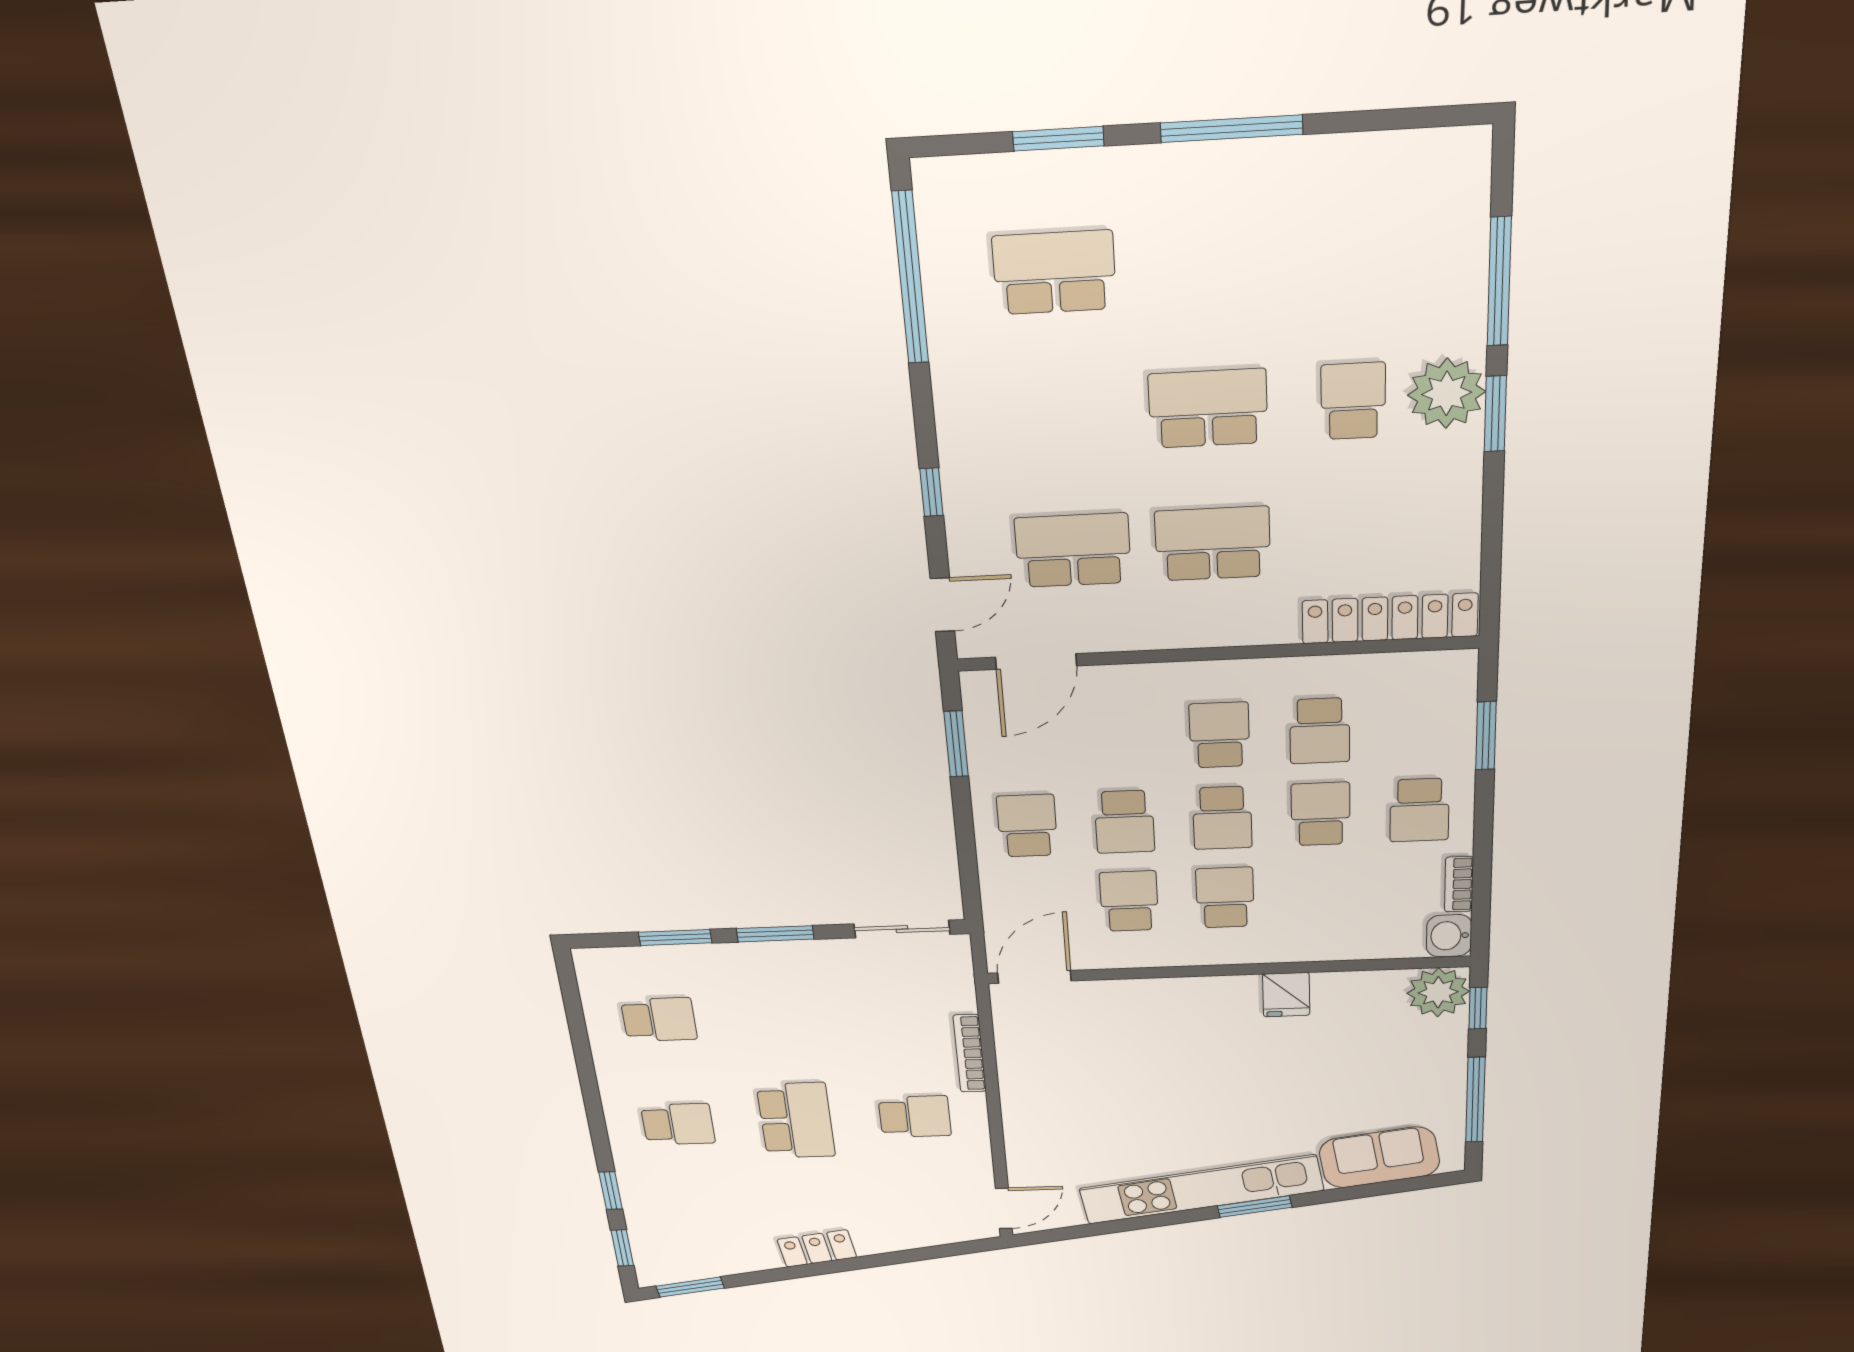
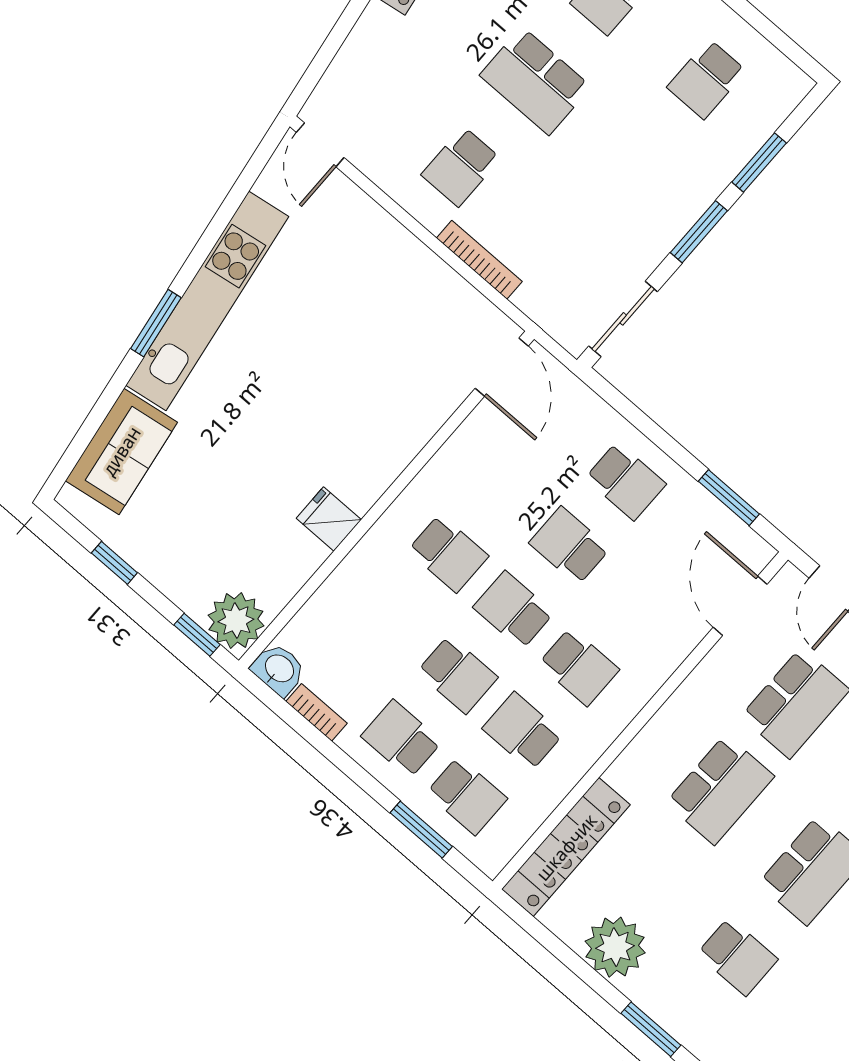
plant: (1447, 393) -> (615, 947), moved
school desk: (1129, 901) -> (467, 796), moved
window: (1475, 1100) -> (114, 563), width x0.46

